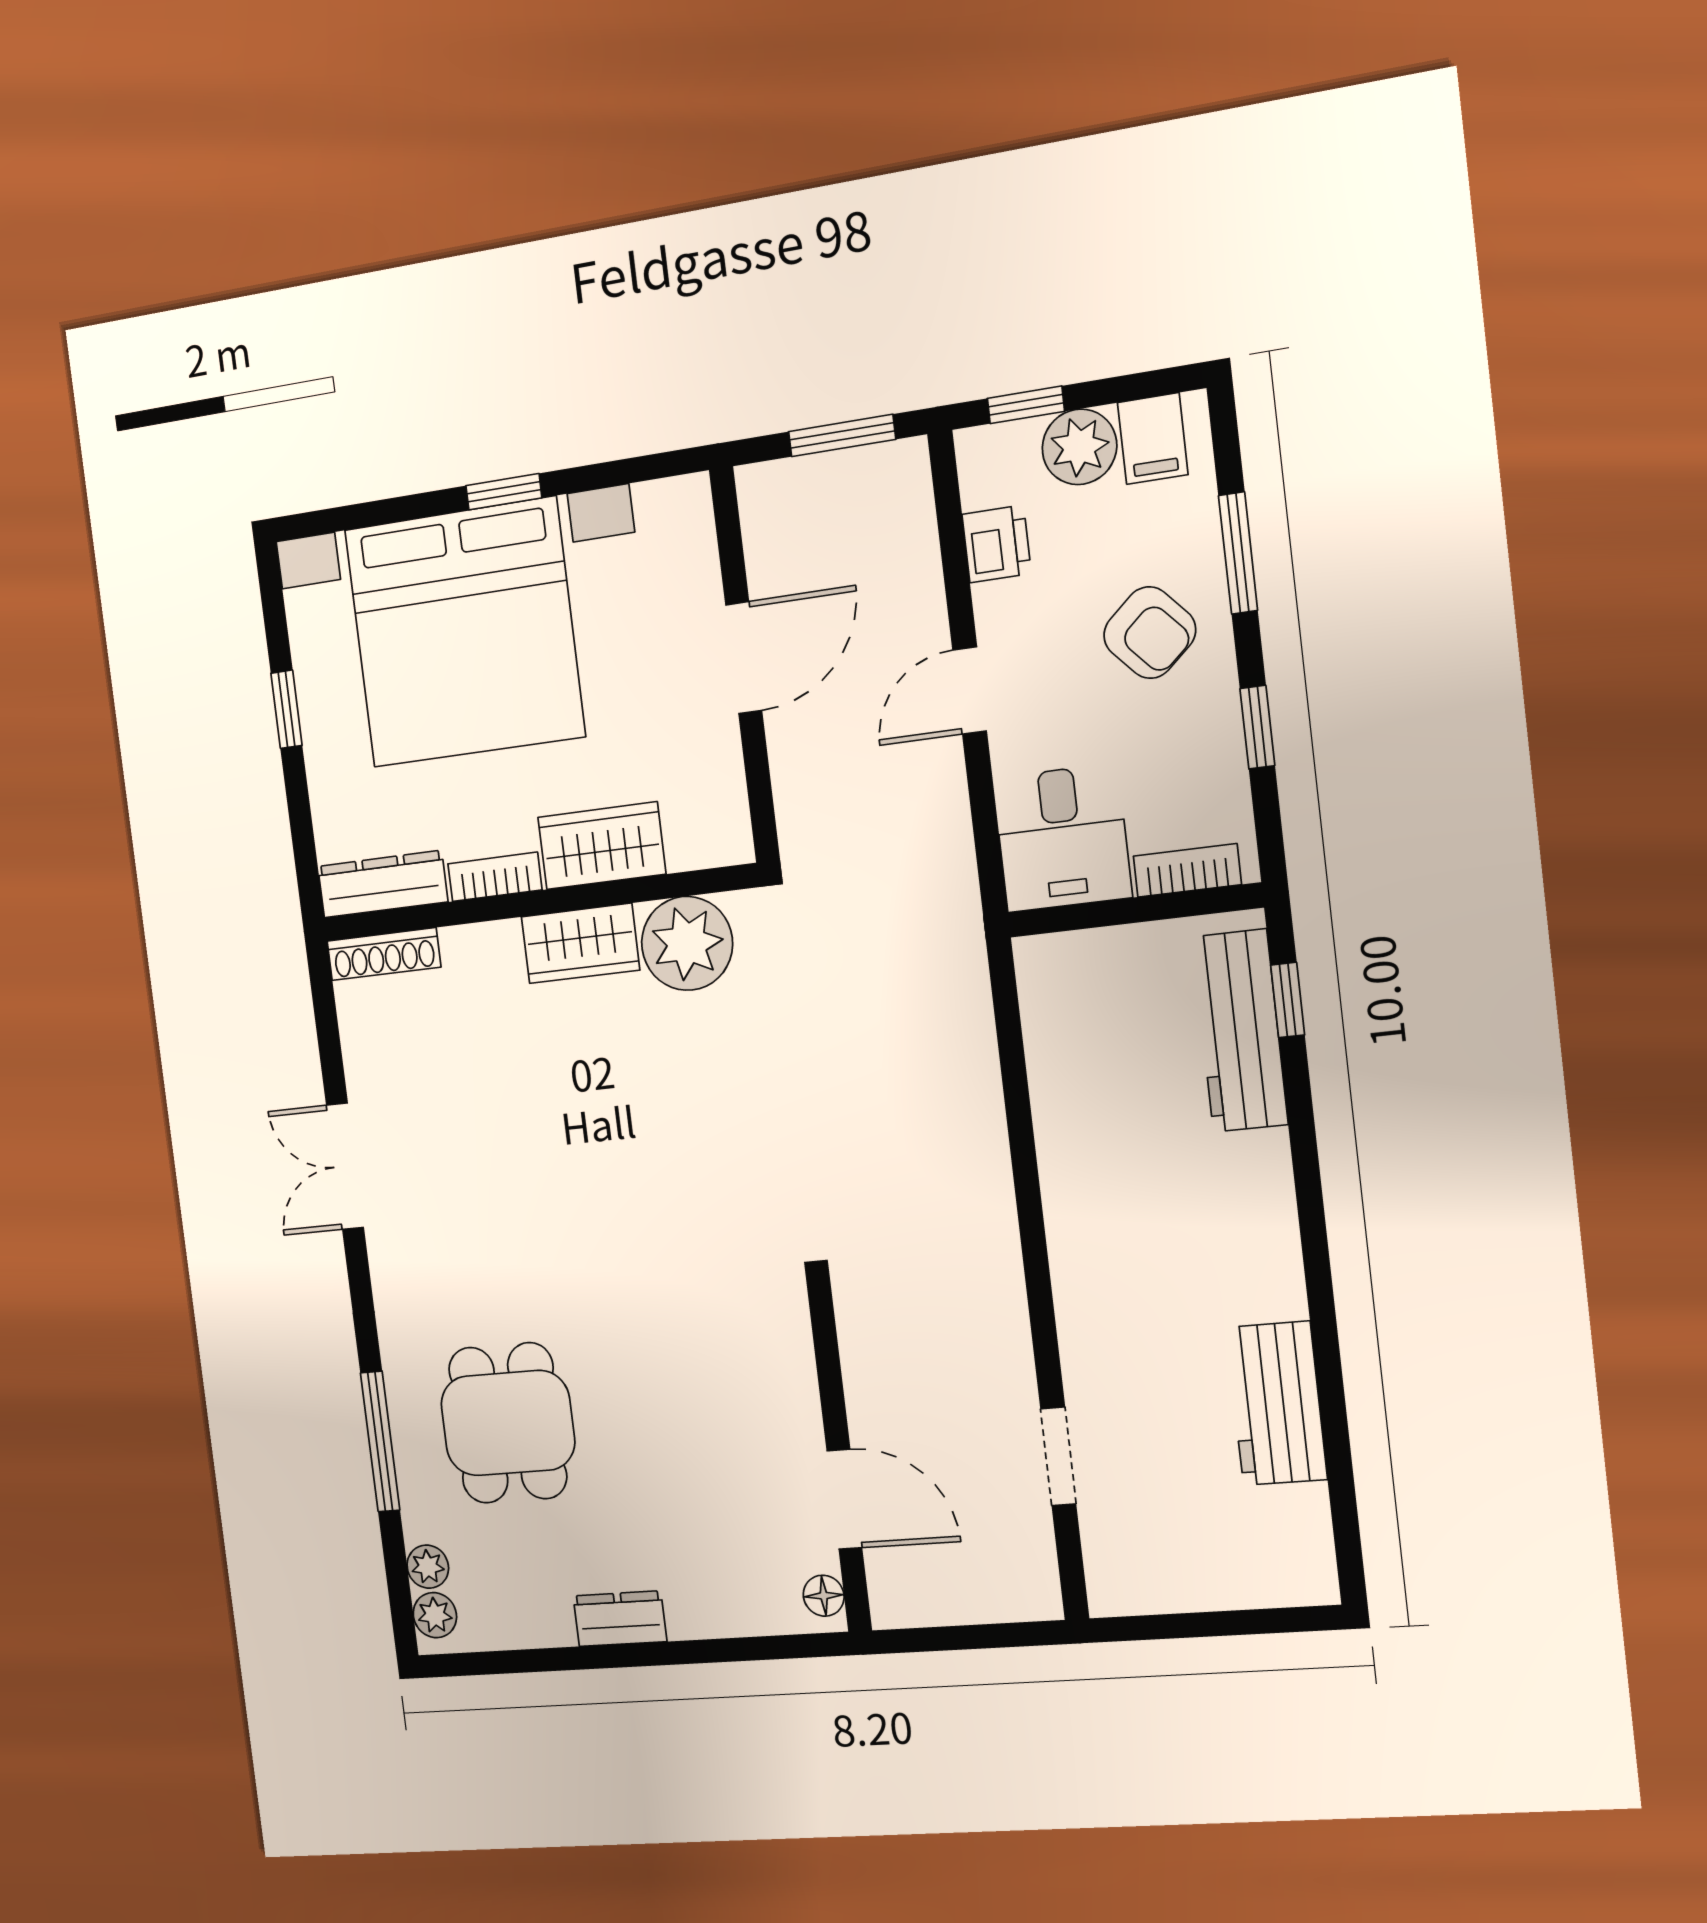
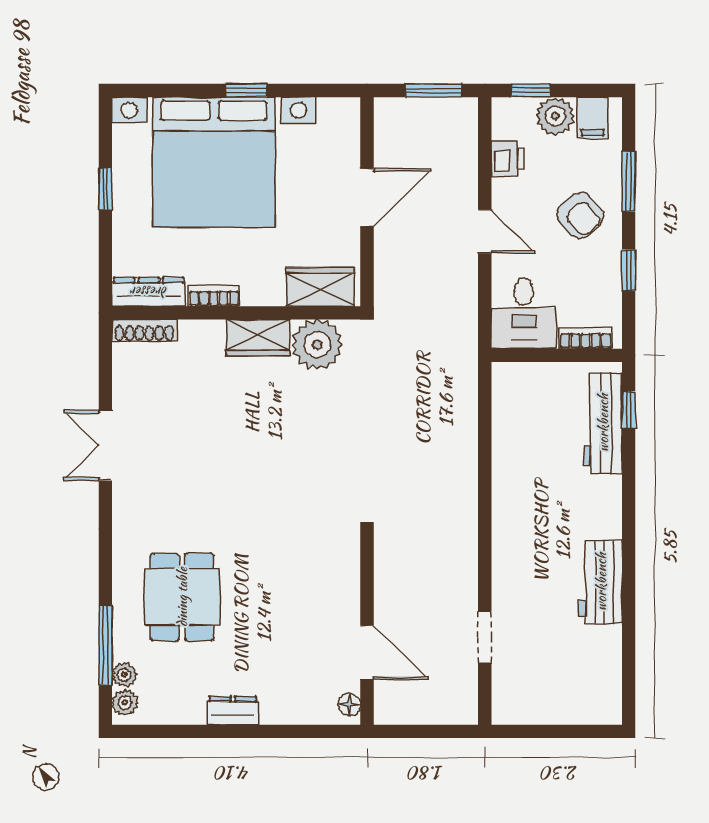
door: (970, 690) -> (485, 231), swing flipped
wardrobe: (602, 846) -> (320, 287), moved
workbench: (1277, 1403) -> (601, 582), moved
window: (380, 1442) -> (105, 645), moved

